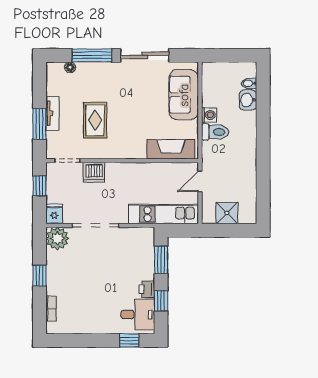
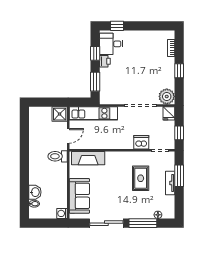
washing machine: (209, 115) -> (62, 213), moved
toilet: (215, 132) -> (58, 156), moved
shower: (227, 213) -> (60, 114), moved

